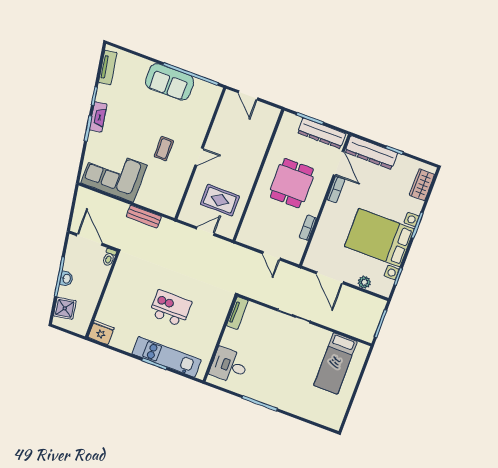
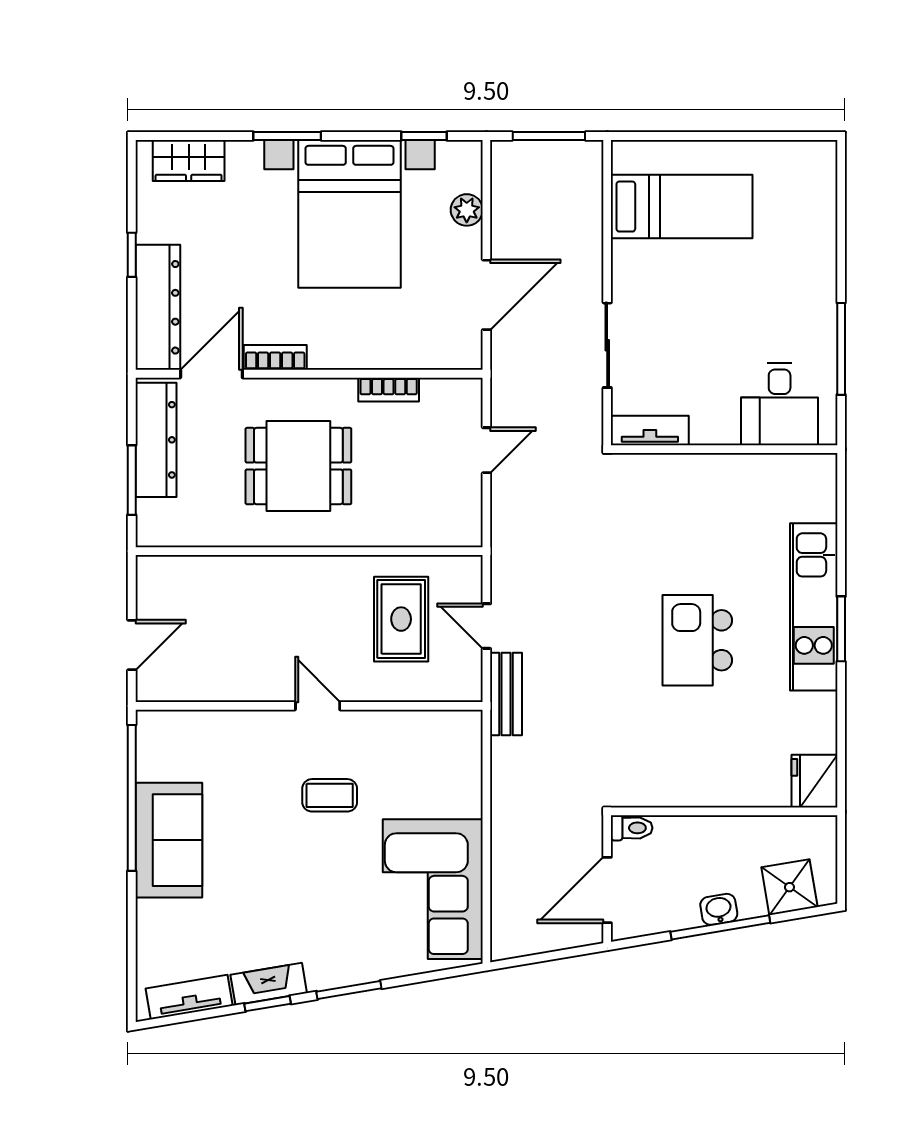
fireplace: (98, 117) -> (269, 984), moved
bench: (144, 217) -> (506, 694), moved
tv unit: (237, 313) -> (650, 431), moved
wall: (220, 338) -> (724, 449), moved
desk: (229, 366) -> (780, 404), moved

